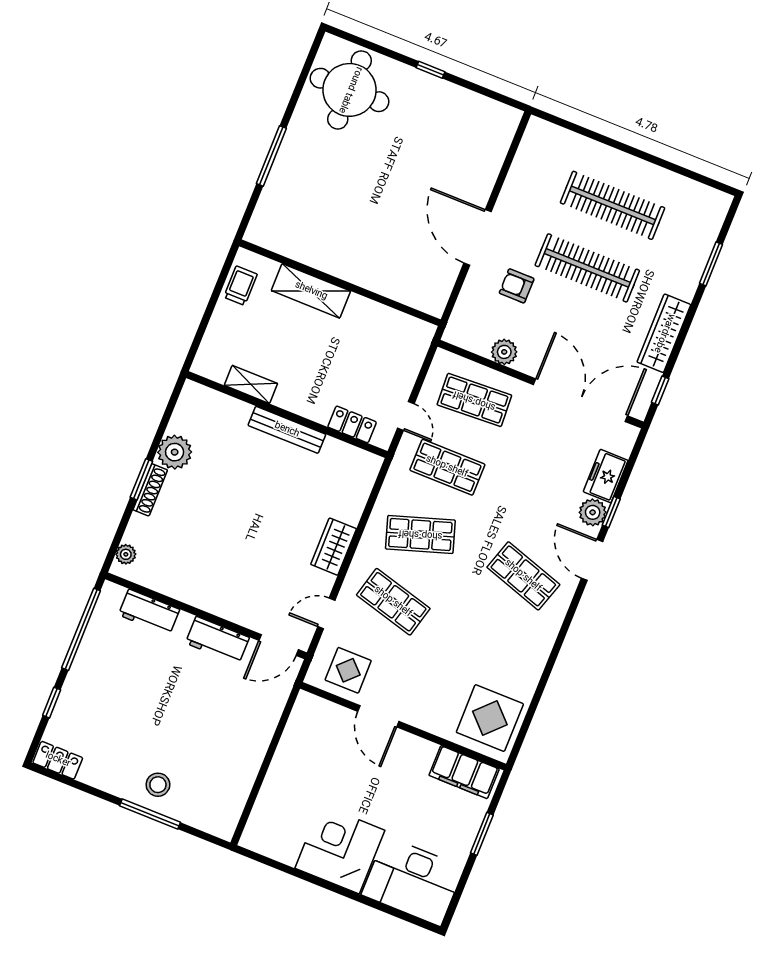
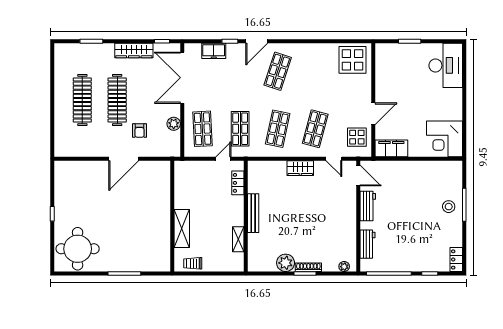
plant: (593, 512) -> (234, 50), removed
shop shelf: (420, 534) -> (278, 129), turned 30
filing cabinet: (464, 772) -> (391, 148), moved, turned -90
corner desk: (340, 849) -> (445, 139), moved

